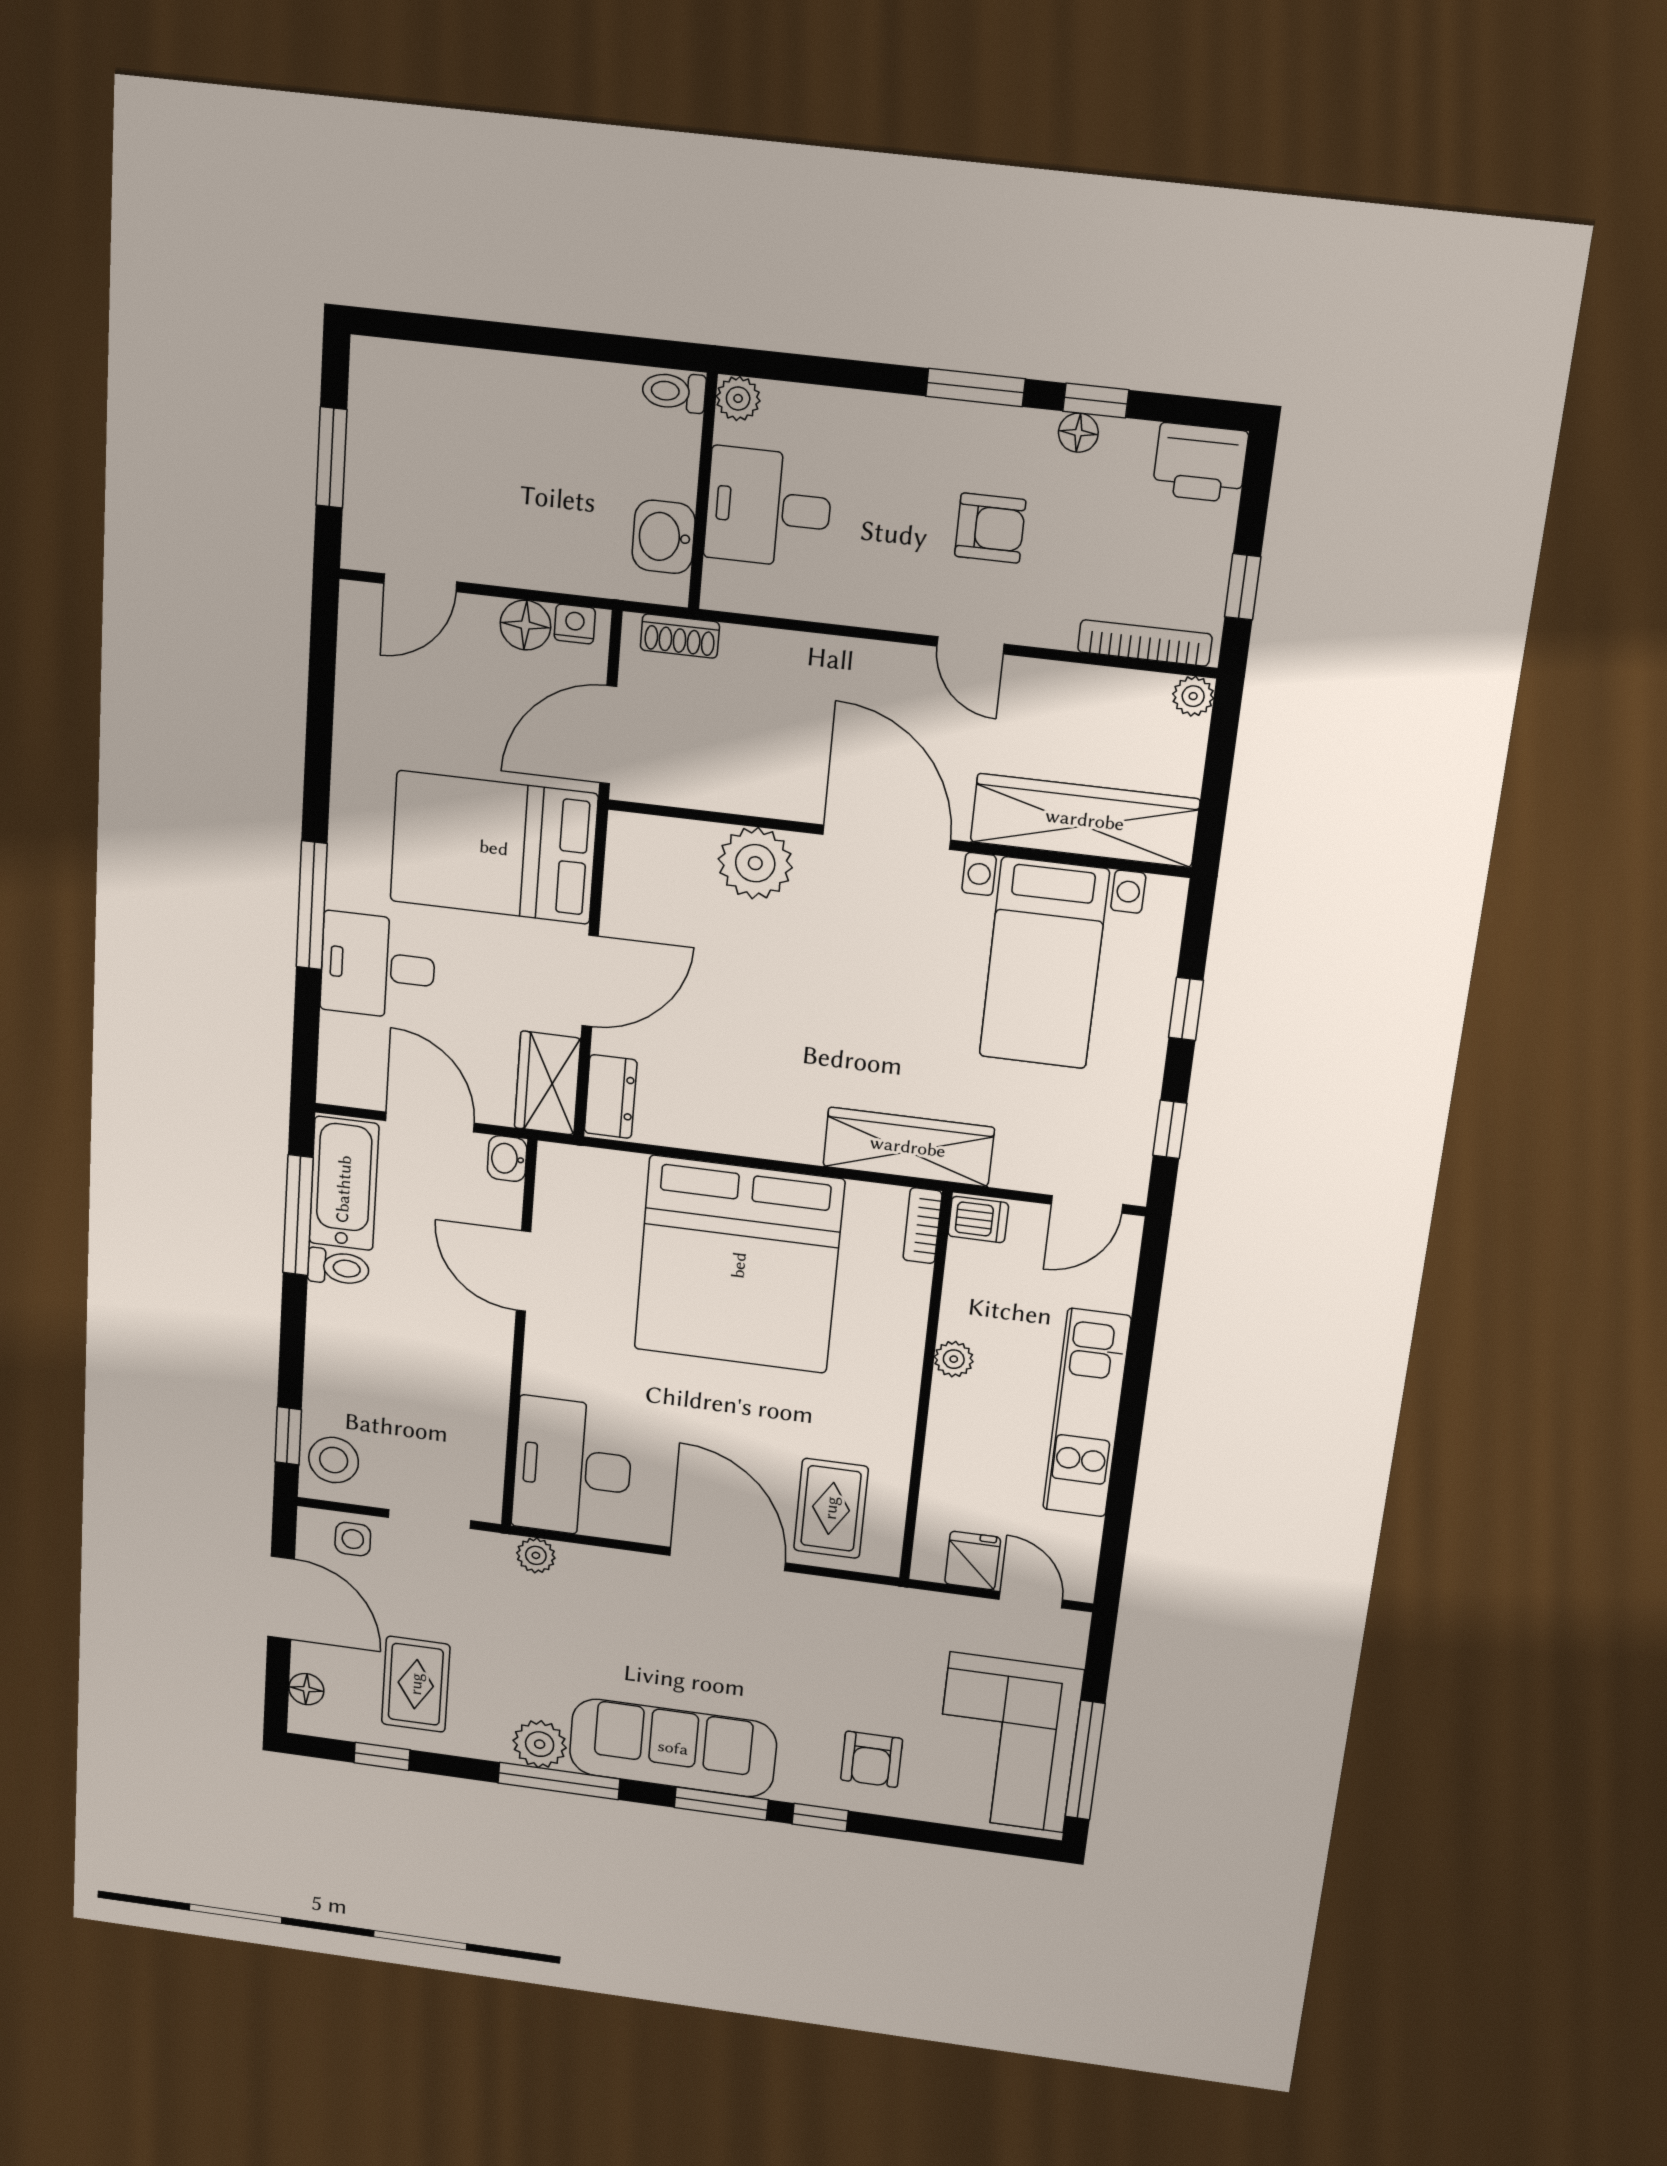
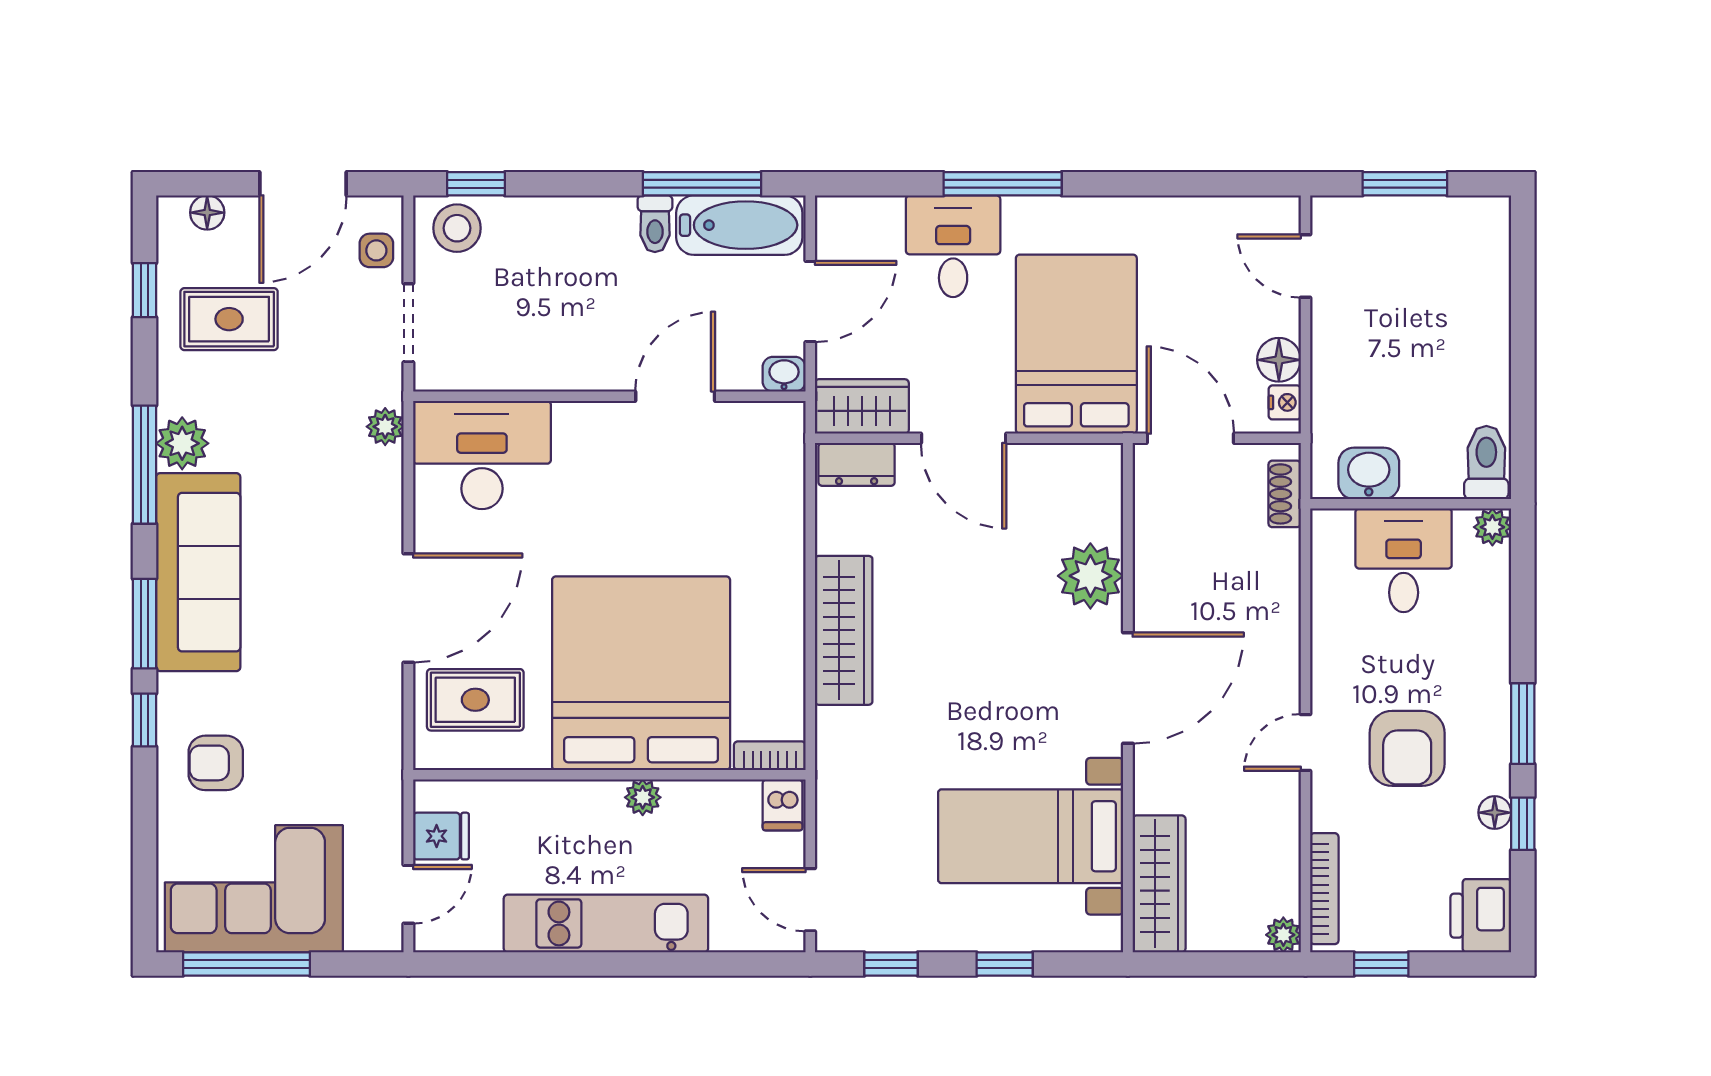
toilet: (674, 392) -> (1486, 462), width x1.37, depth x1.39
armchair: (990, 528) -> (1407, 748), width x1.38, depth x1.38
wardrobe: (1085, 820) -> (1159, 884), width x0.71, depth x0.85
wardrobe: (908, 1147) -> (844, 630), moved
bed: (739, 1265) -> (641, 673), moved, turned 90

